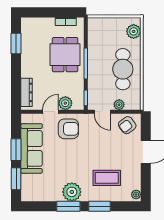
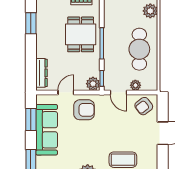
plant: (65, 103) -> (93, 84), moved
window: (16, 150) -> (31, 120), moved

